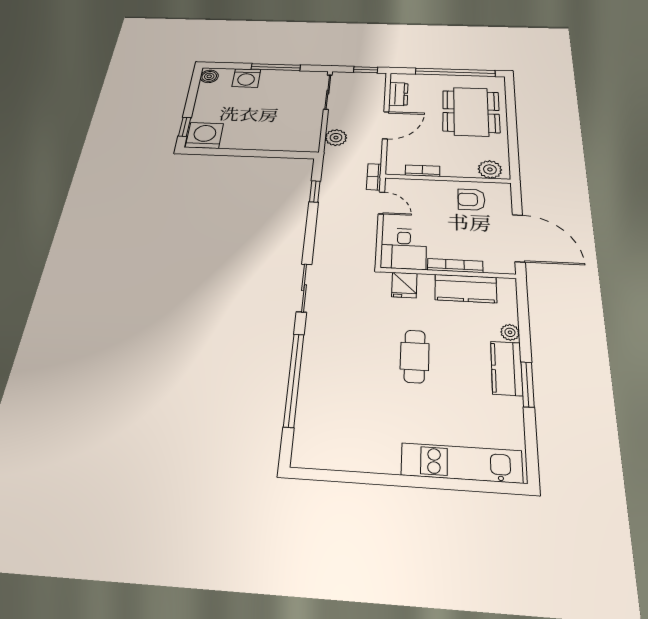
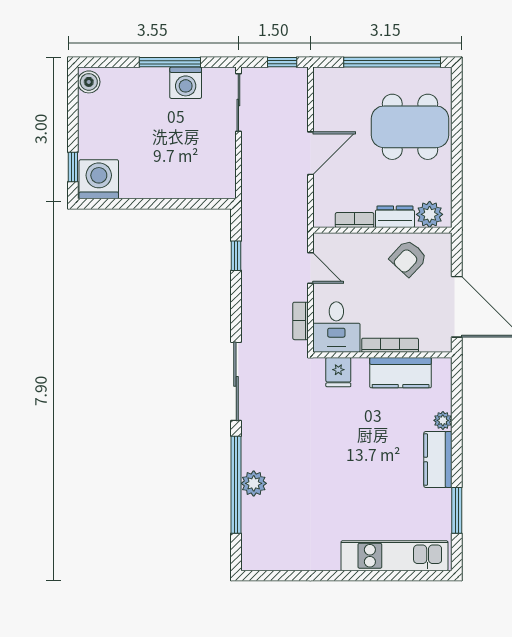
washing machine: (246, 78) -> (186, 83), moved
dresser: (398, 94) -> (395, 217), moved, turned -90
dining table: (471, 112) -> (410, 127), turned 90
plant: (336, 138) -> (254, 483), moved
bookcase: (374, 177) -> (300, 321), moved
armchair: (471, 200) -> (408, 258), turned -47
sliding door: (304, 288) -> (236, 381), width x1.37
cafe table: (415, 356) -> (350, 452), removed
window: (527, 384) -> (457, 510), moved

